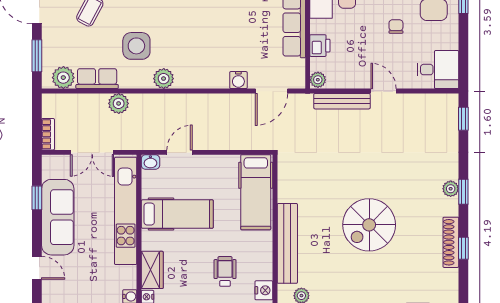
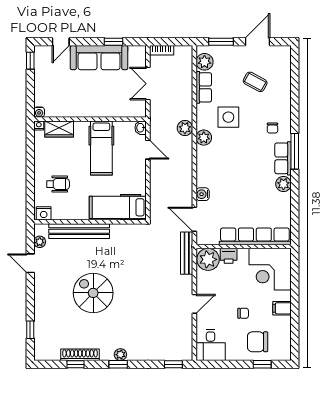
plant: (318, 80) -> (208, 259), width x1.87, depth x1.87
bench: (342, 101) -> (187, 253), moved
plant: (119, 103) -> (185, 128), moved
kitchen unit: (126, 211) -> (104, 109), removed

